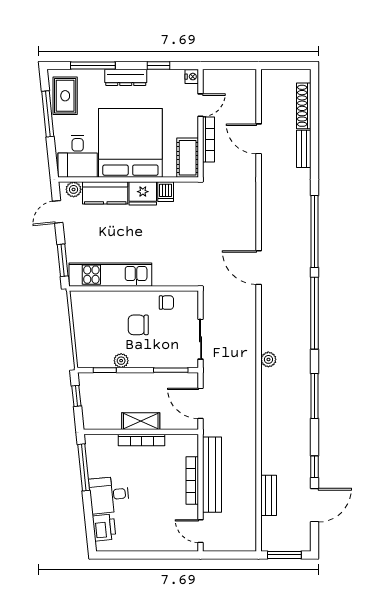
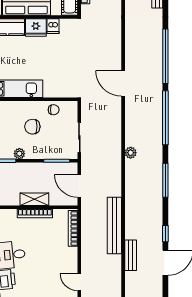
bench: (212, 475) -> (114, 226), moved
bookcase: (192, 480) -> (73, 228), moved

